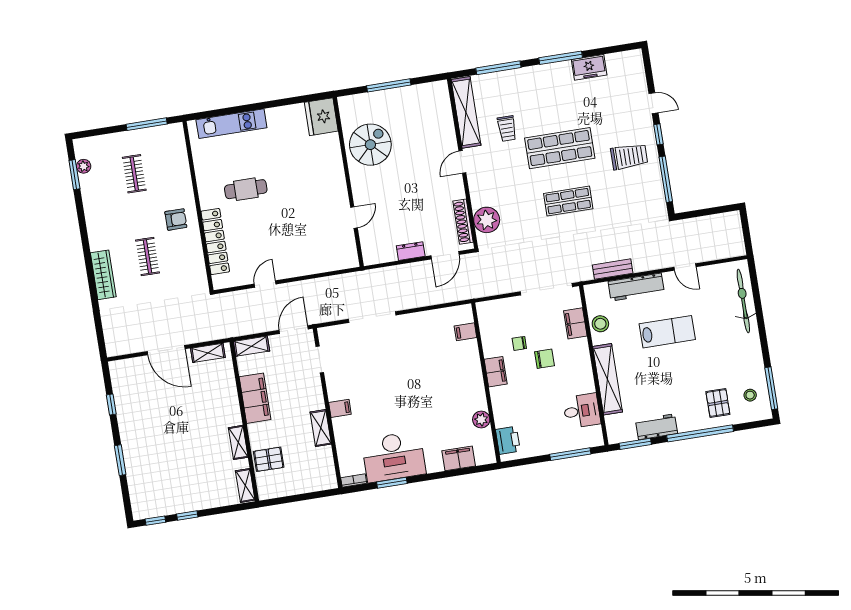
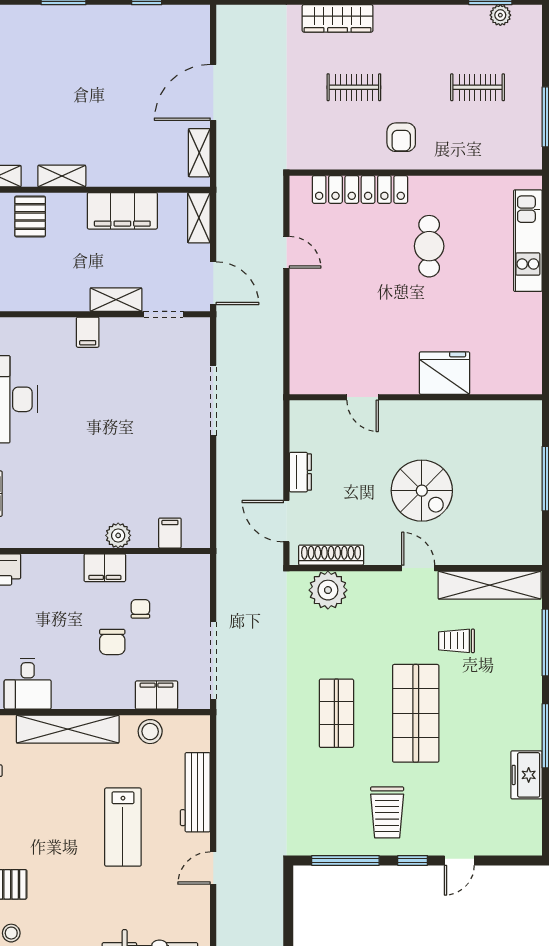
fridge: (321, 117) -> (445, 373), moved
spiral stairs: (370, 145) -> (422, 491), moved
bench: (613, 269) -> (227, 762), removed
plant: (481, 420) -> (118, 535), moved
shelving: (321, 428) -> (116, 300), moved

